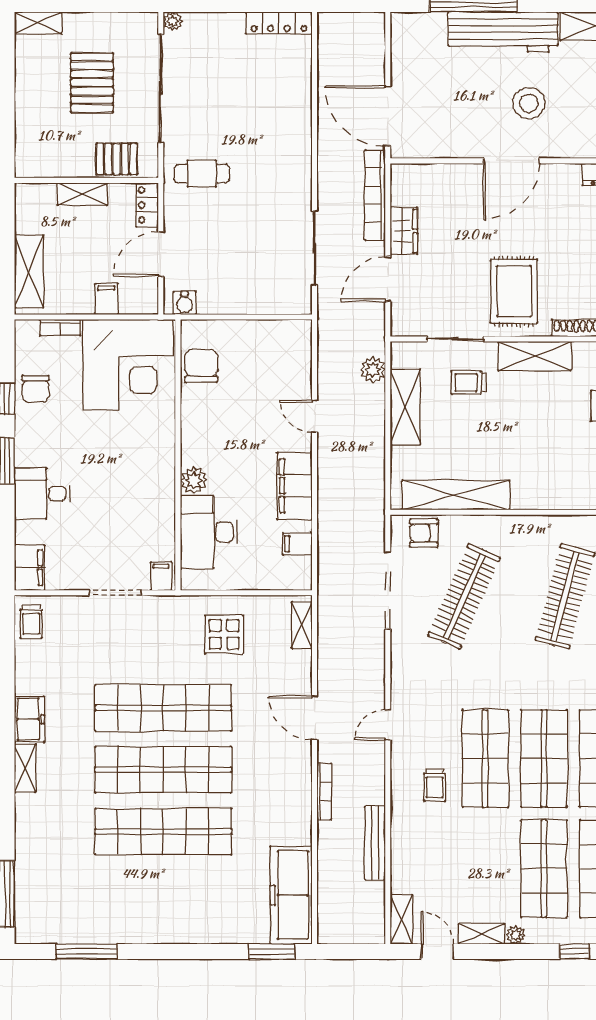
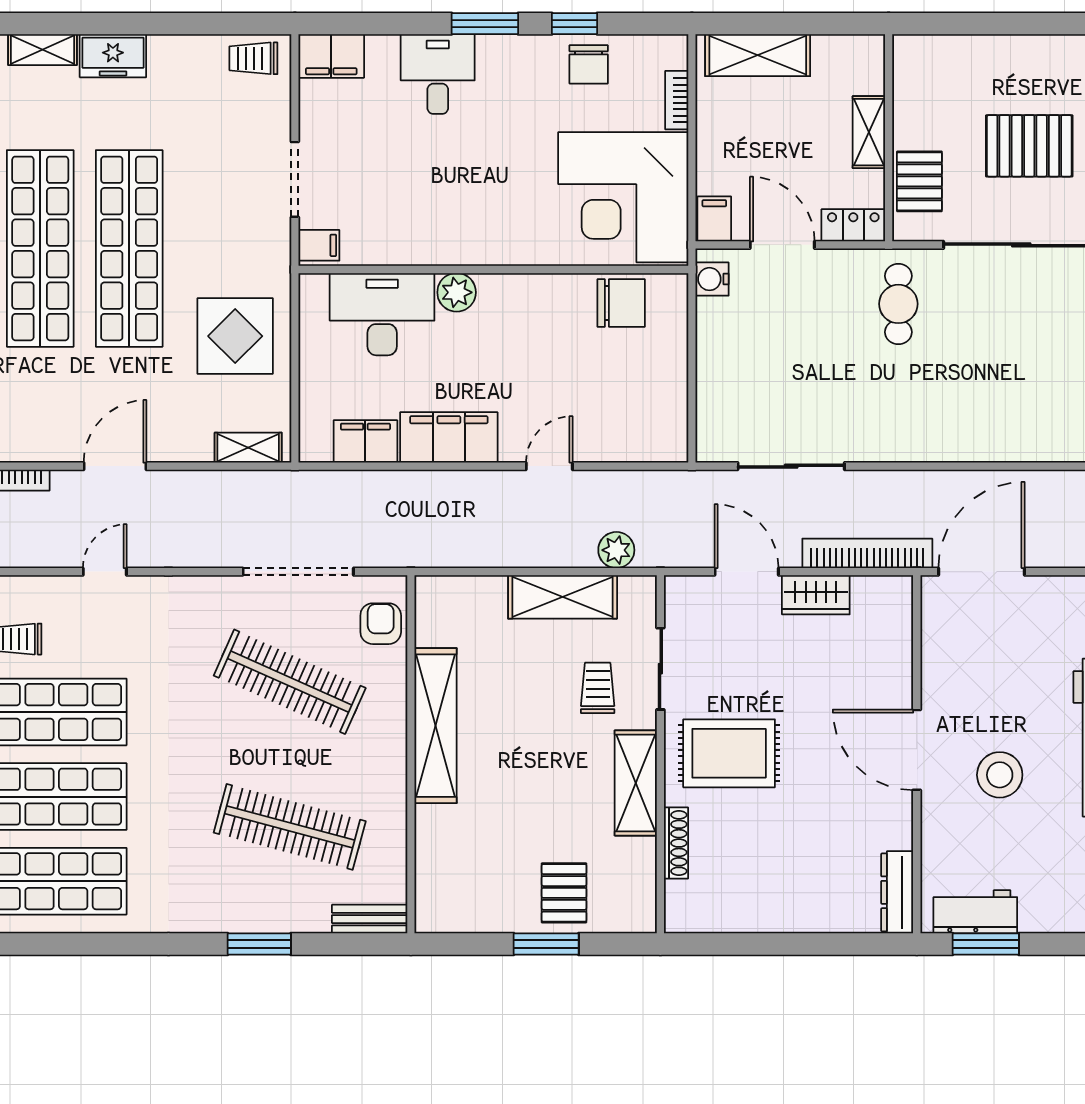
filing cabinet: (106, 299) -> (714, 219), moved, turned -90
chair: (35, 389) -> (589, 64), turned -90
shelving: (456, 495) -> (436, 726), moved
filing cabinet: (297, 544) -> (365, 441), width x2.00
display table: (224, 634) -> (235, 336), width x1.36, depth x1.36
door: (388, 725) -> (105, 572), hinge flipped

